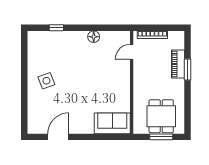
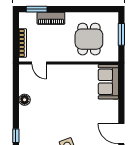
window: (187, 70) -> (37, 9), moved
dining table: (161, 116) -> (89, 39), moved, turned 90

